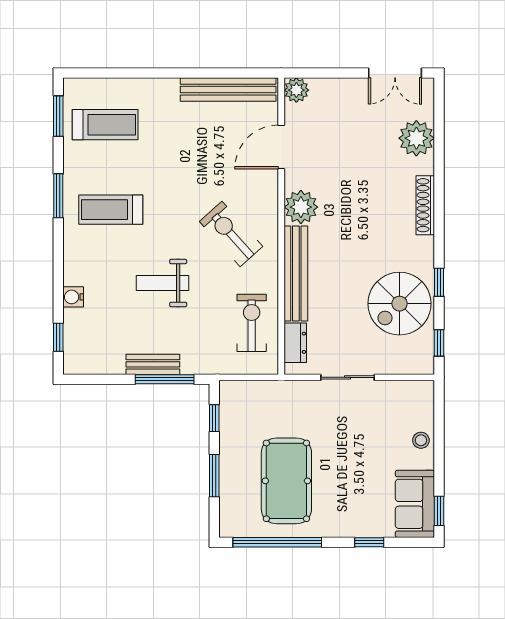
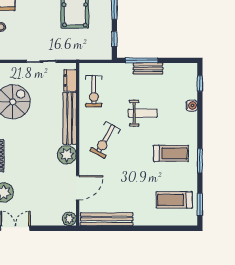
exercise bike: (231, 234) -> (105, 140), turned 71

